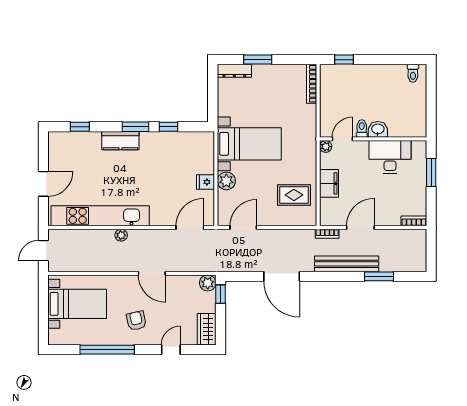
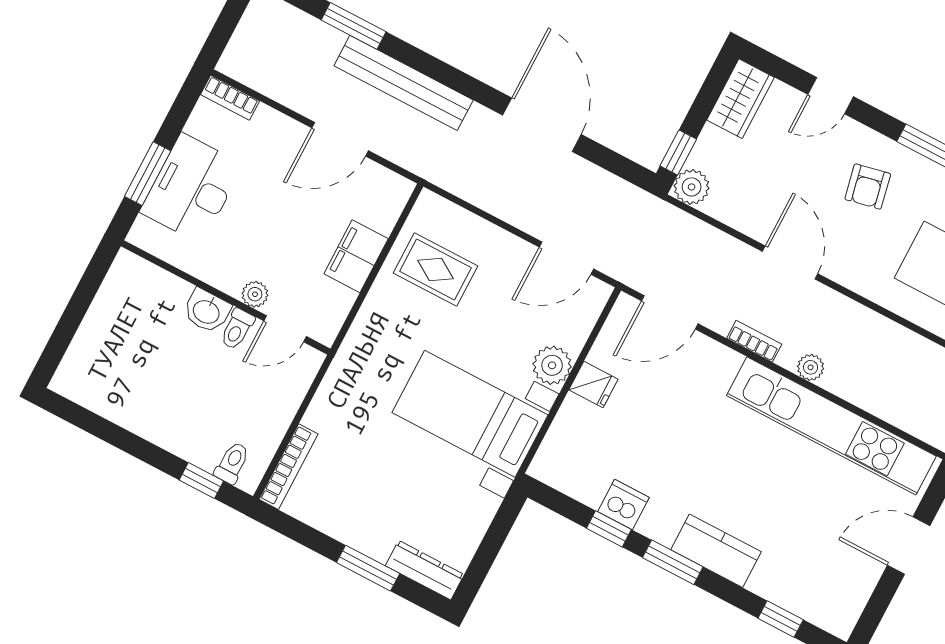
toilet: (413, 73) -> (232, 463), moved
dishwasher: (168, 140) -> (623, 504), added
plant: (326, 147) -> (255, 294), moved
desk: (390, 157) -> (192, 188), moved, turned 90
bookcase: (327, 234) -> (754, 341), moved

